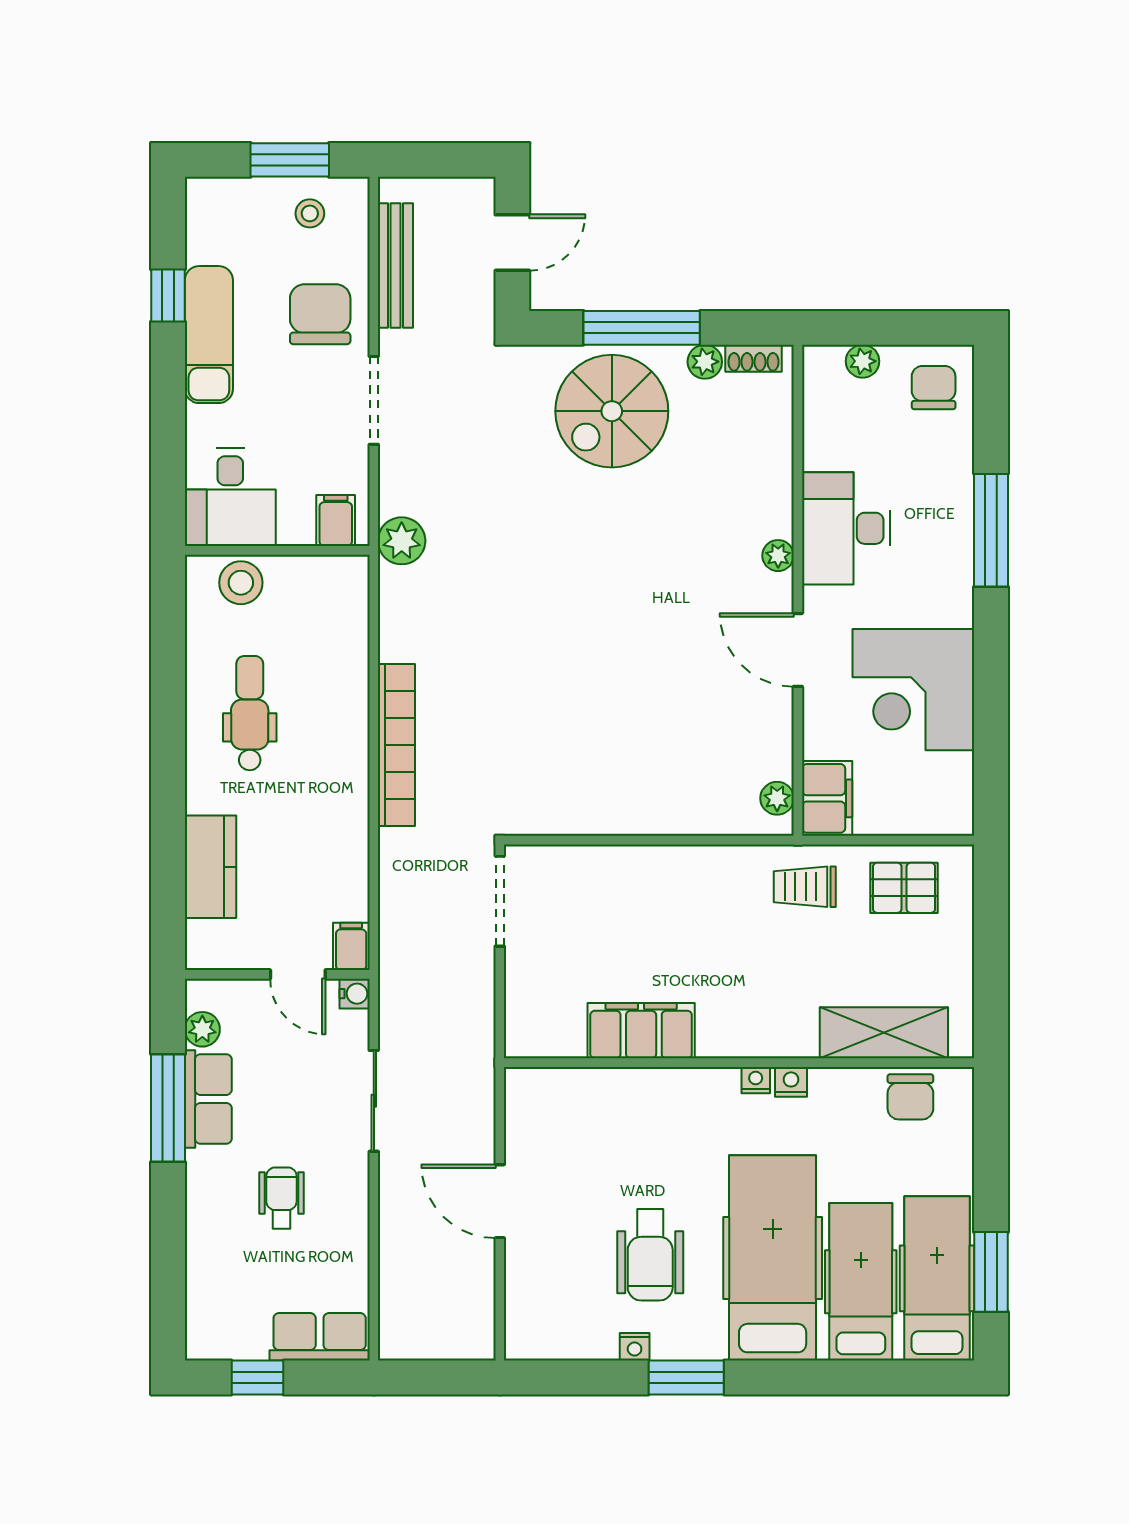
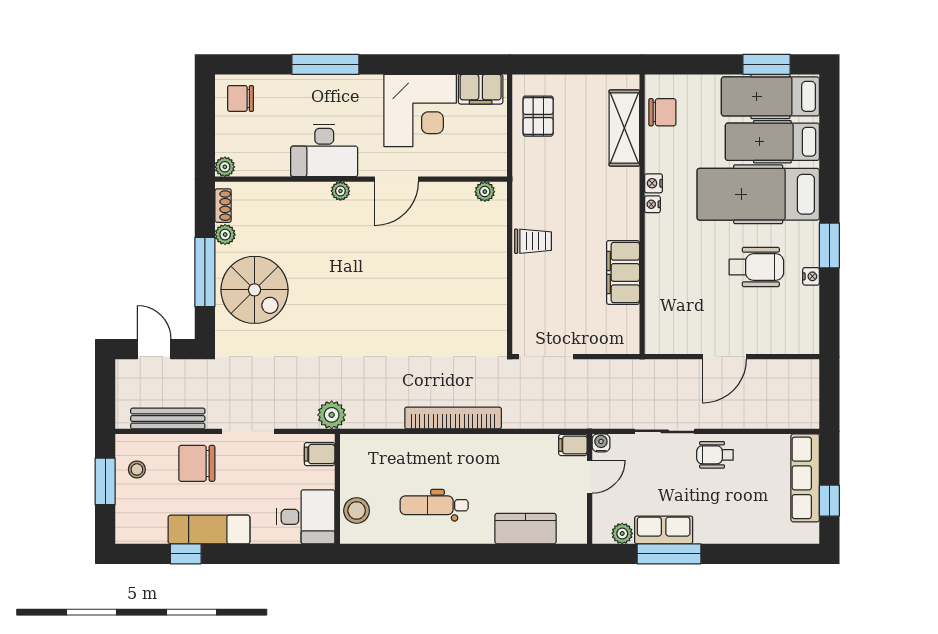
plant: (863, 361) -> (225, 167), moved
filing cabinet: (827, 798) -> (481, 89), moved, turned 180
trolley: (805, 887) -> (533, 241), moved, turned -90
wheelchair: (281, 1198) -> (715, 455), moved
row of seats: (320, 1337) -> (805, 478), width x1.48

